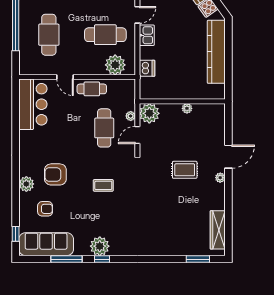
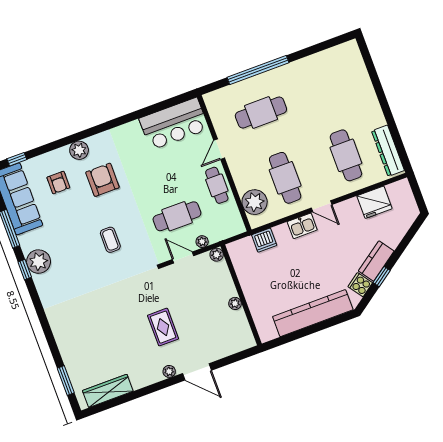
plant: (149, 113) -> (217, 255), width x0.53, depth x0.53

